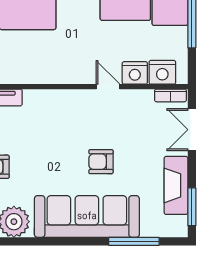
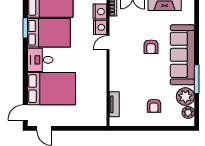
window: (134, 241) -> (197, 79), moved

